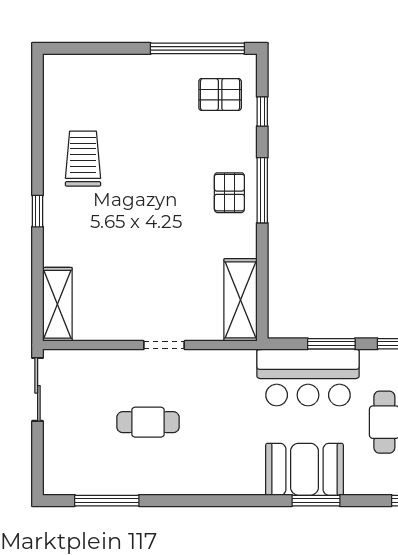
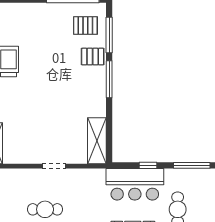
window: (262, 111) -> (109, 35), width x2.17
pallet: (229, 193) -> (93, 57), moved, turned 90
window: (331, 344) -> (148, 165), width x0.67

